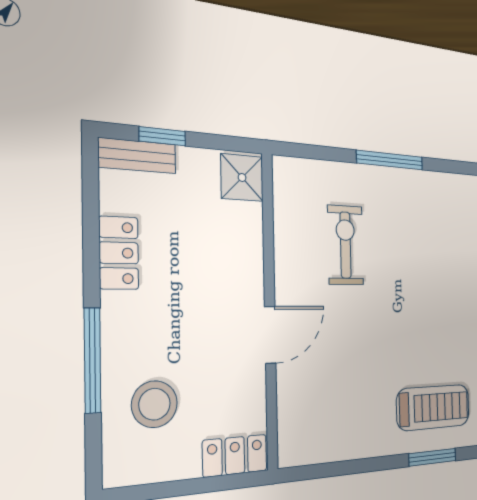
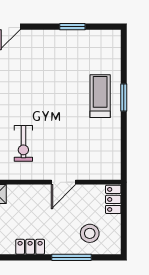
exercise bike: (346, 245) -> (23, 143), turned -90
door: (270, 335) -> (63, 182), swing flipped

